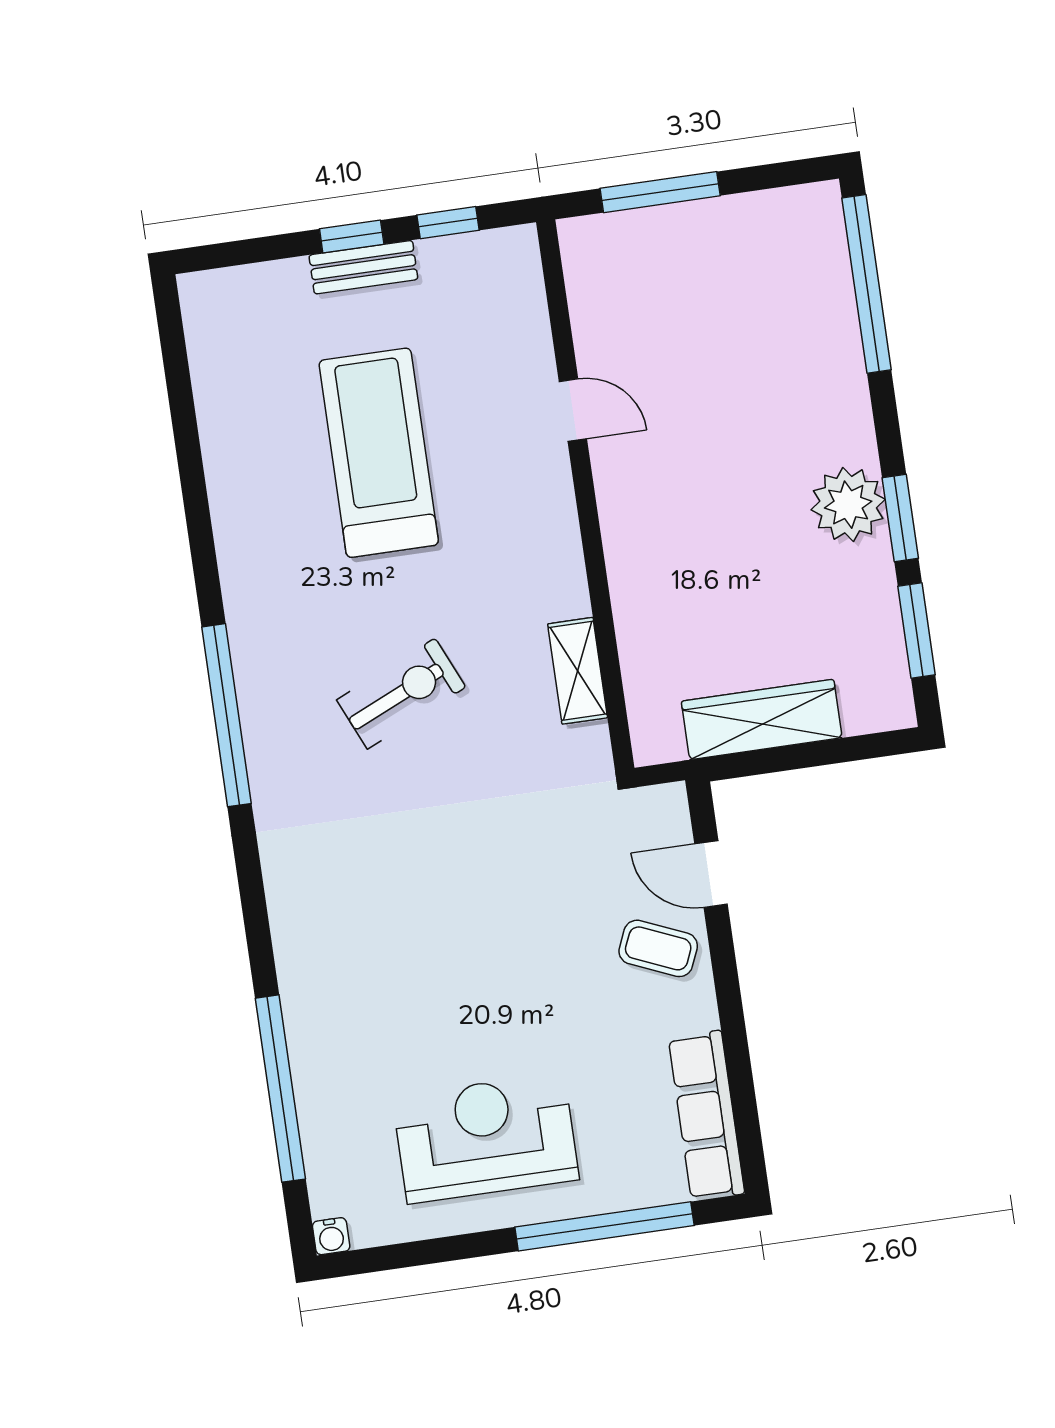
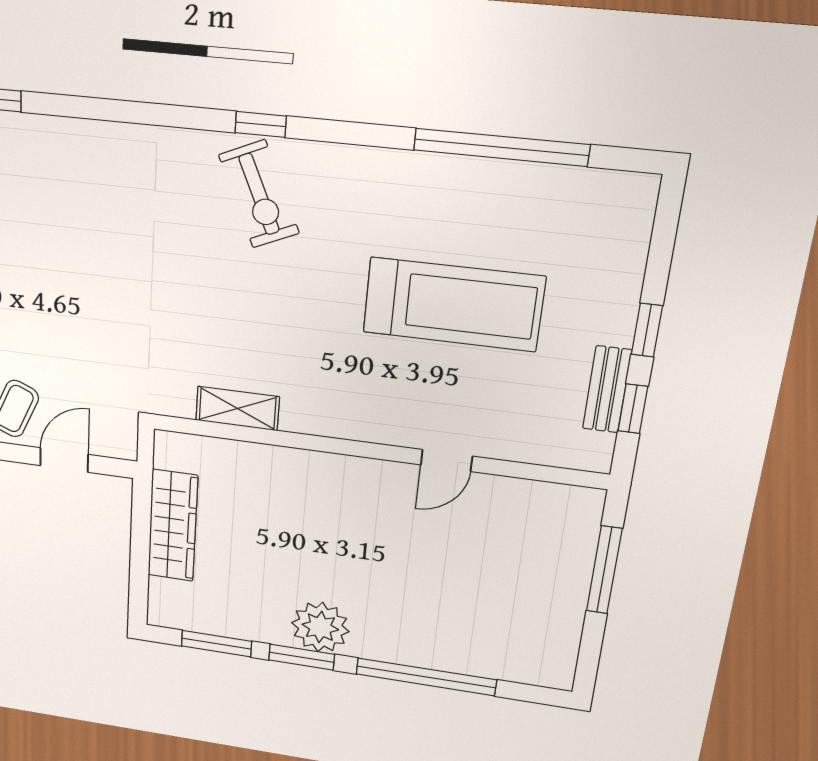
bench: (363, 267) -> (607, 389), moved
window: (867, 284) -> (426, 677), moved
window: (188, 449) -> (501, 147), added
exercise bike: (401, 694) -> (259, 194), moved
window: (227, 715) -> (261, 124), width x0.32

